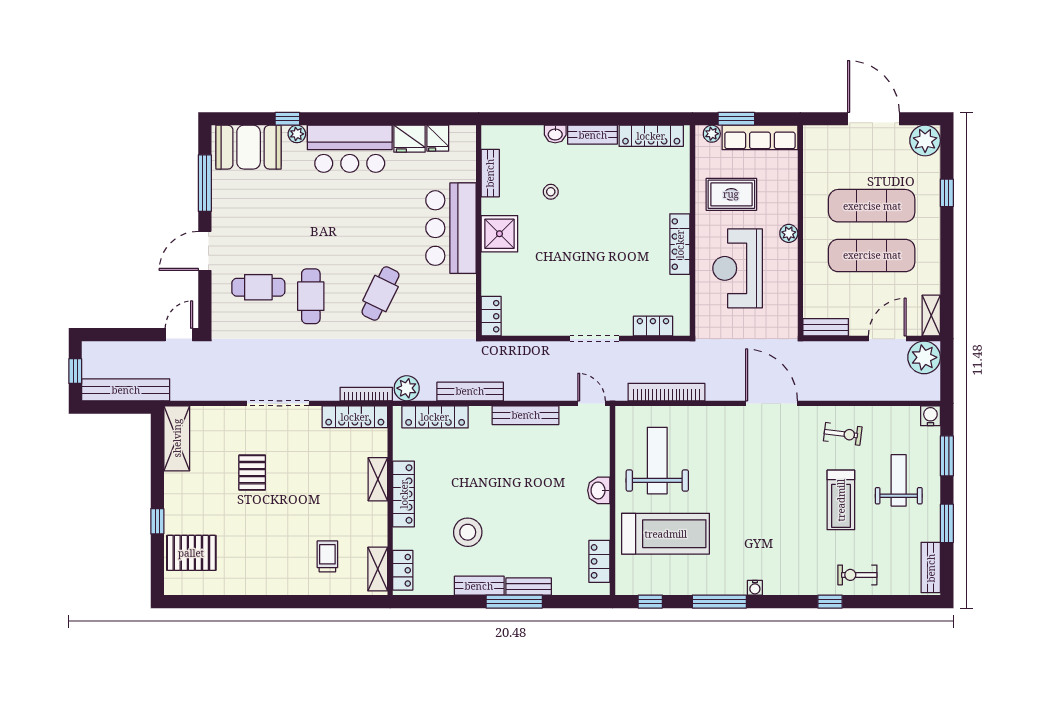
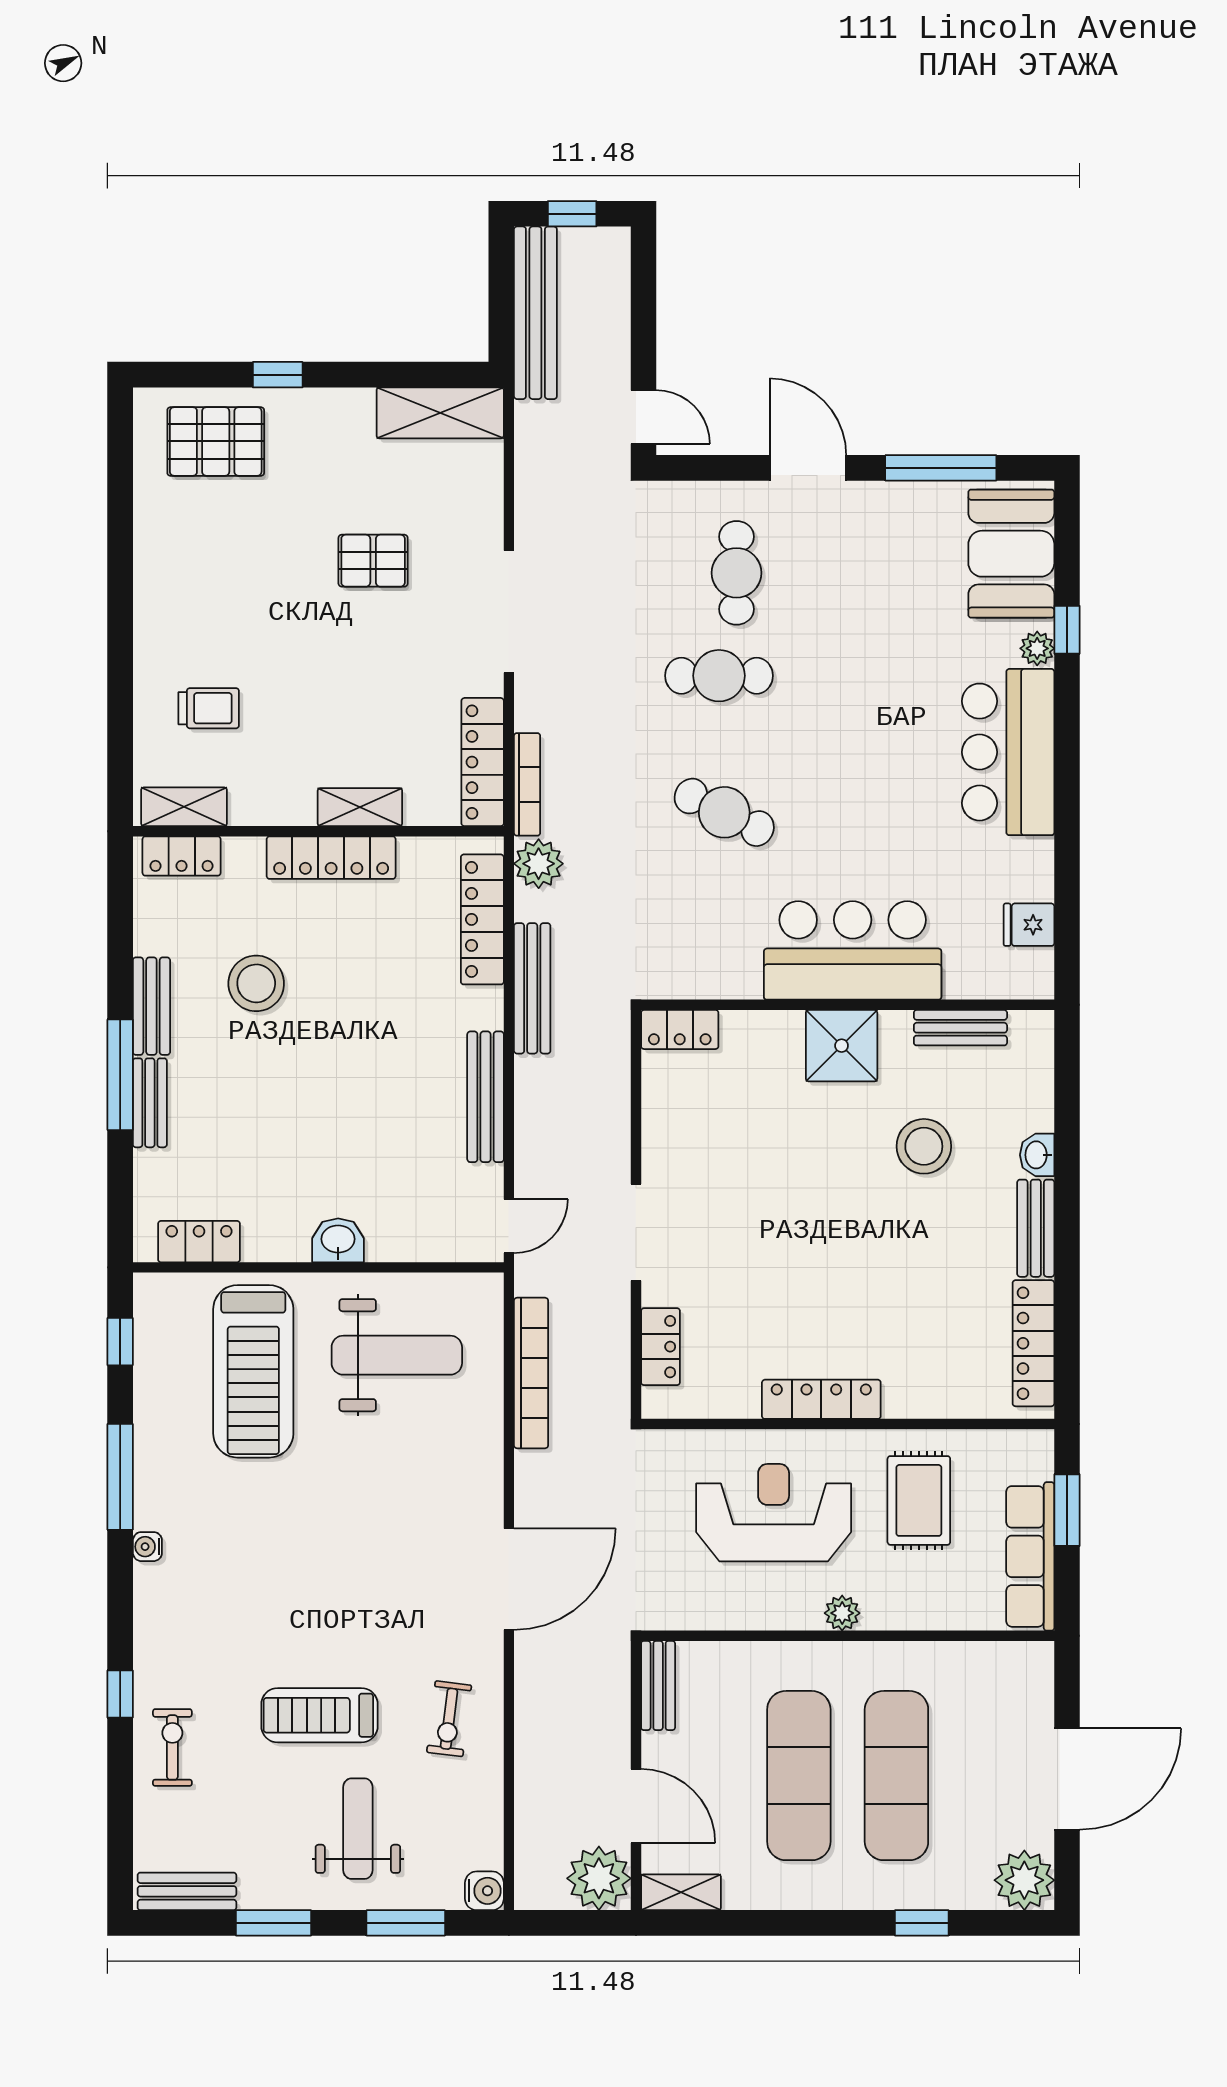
plant: (712, 134) -> (1038, 1462), removed
fridge: (410, 139) -> (1028, 869), removed
stool: (551, 192) -> (924, 1146), width x1.89, depth x1.89
weight bench: (899, 480) -> (358, 1829), turned -90
pallet: (191, 553) -> (216, 441), turned 90

